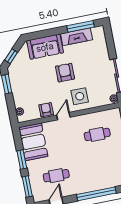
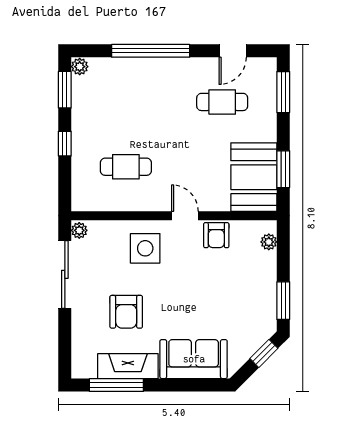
armchair: (65, 73) -> (126, 312), moved
door: (63, 116) -> (185, 216), swing flipped
window: (22, 160) -> (283, 169), moved

